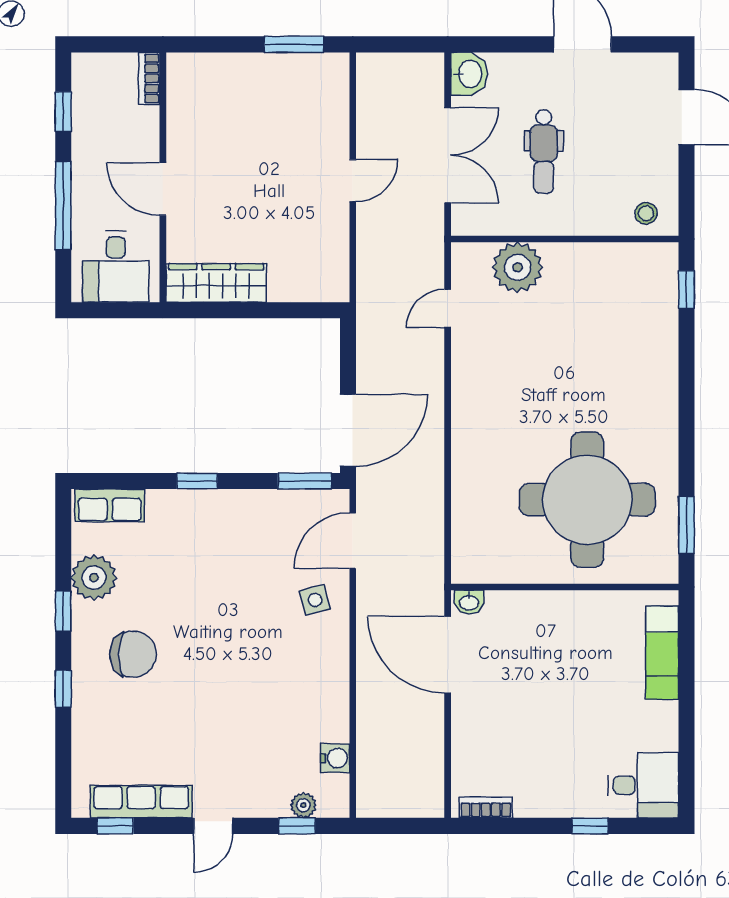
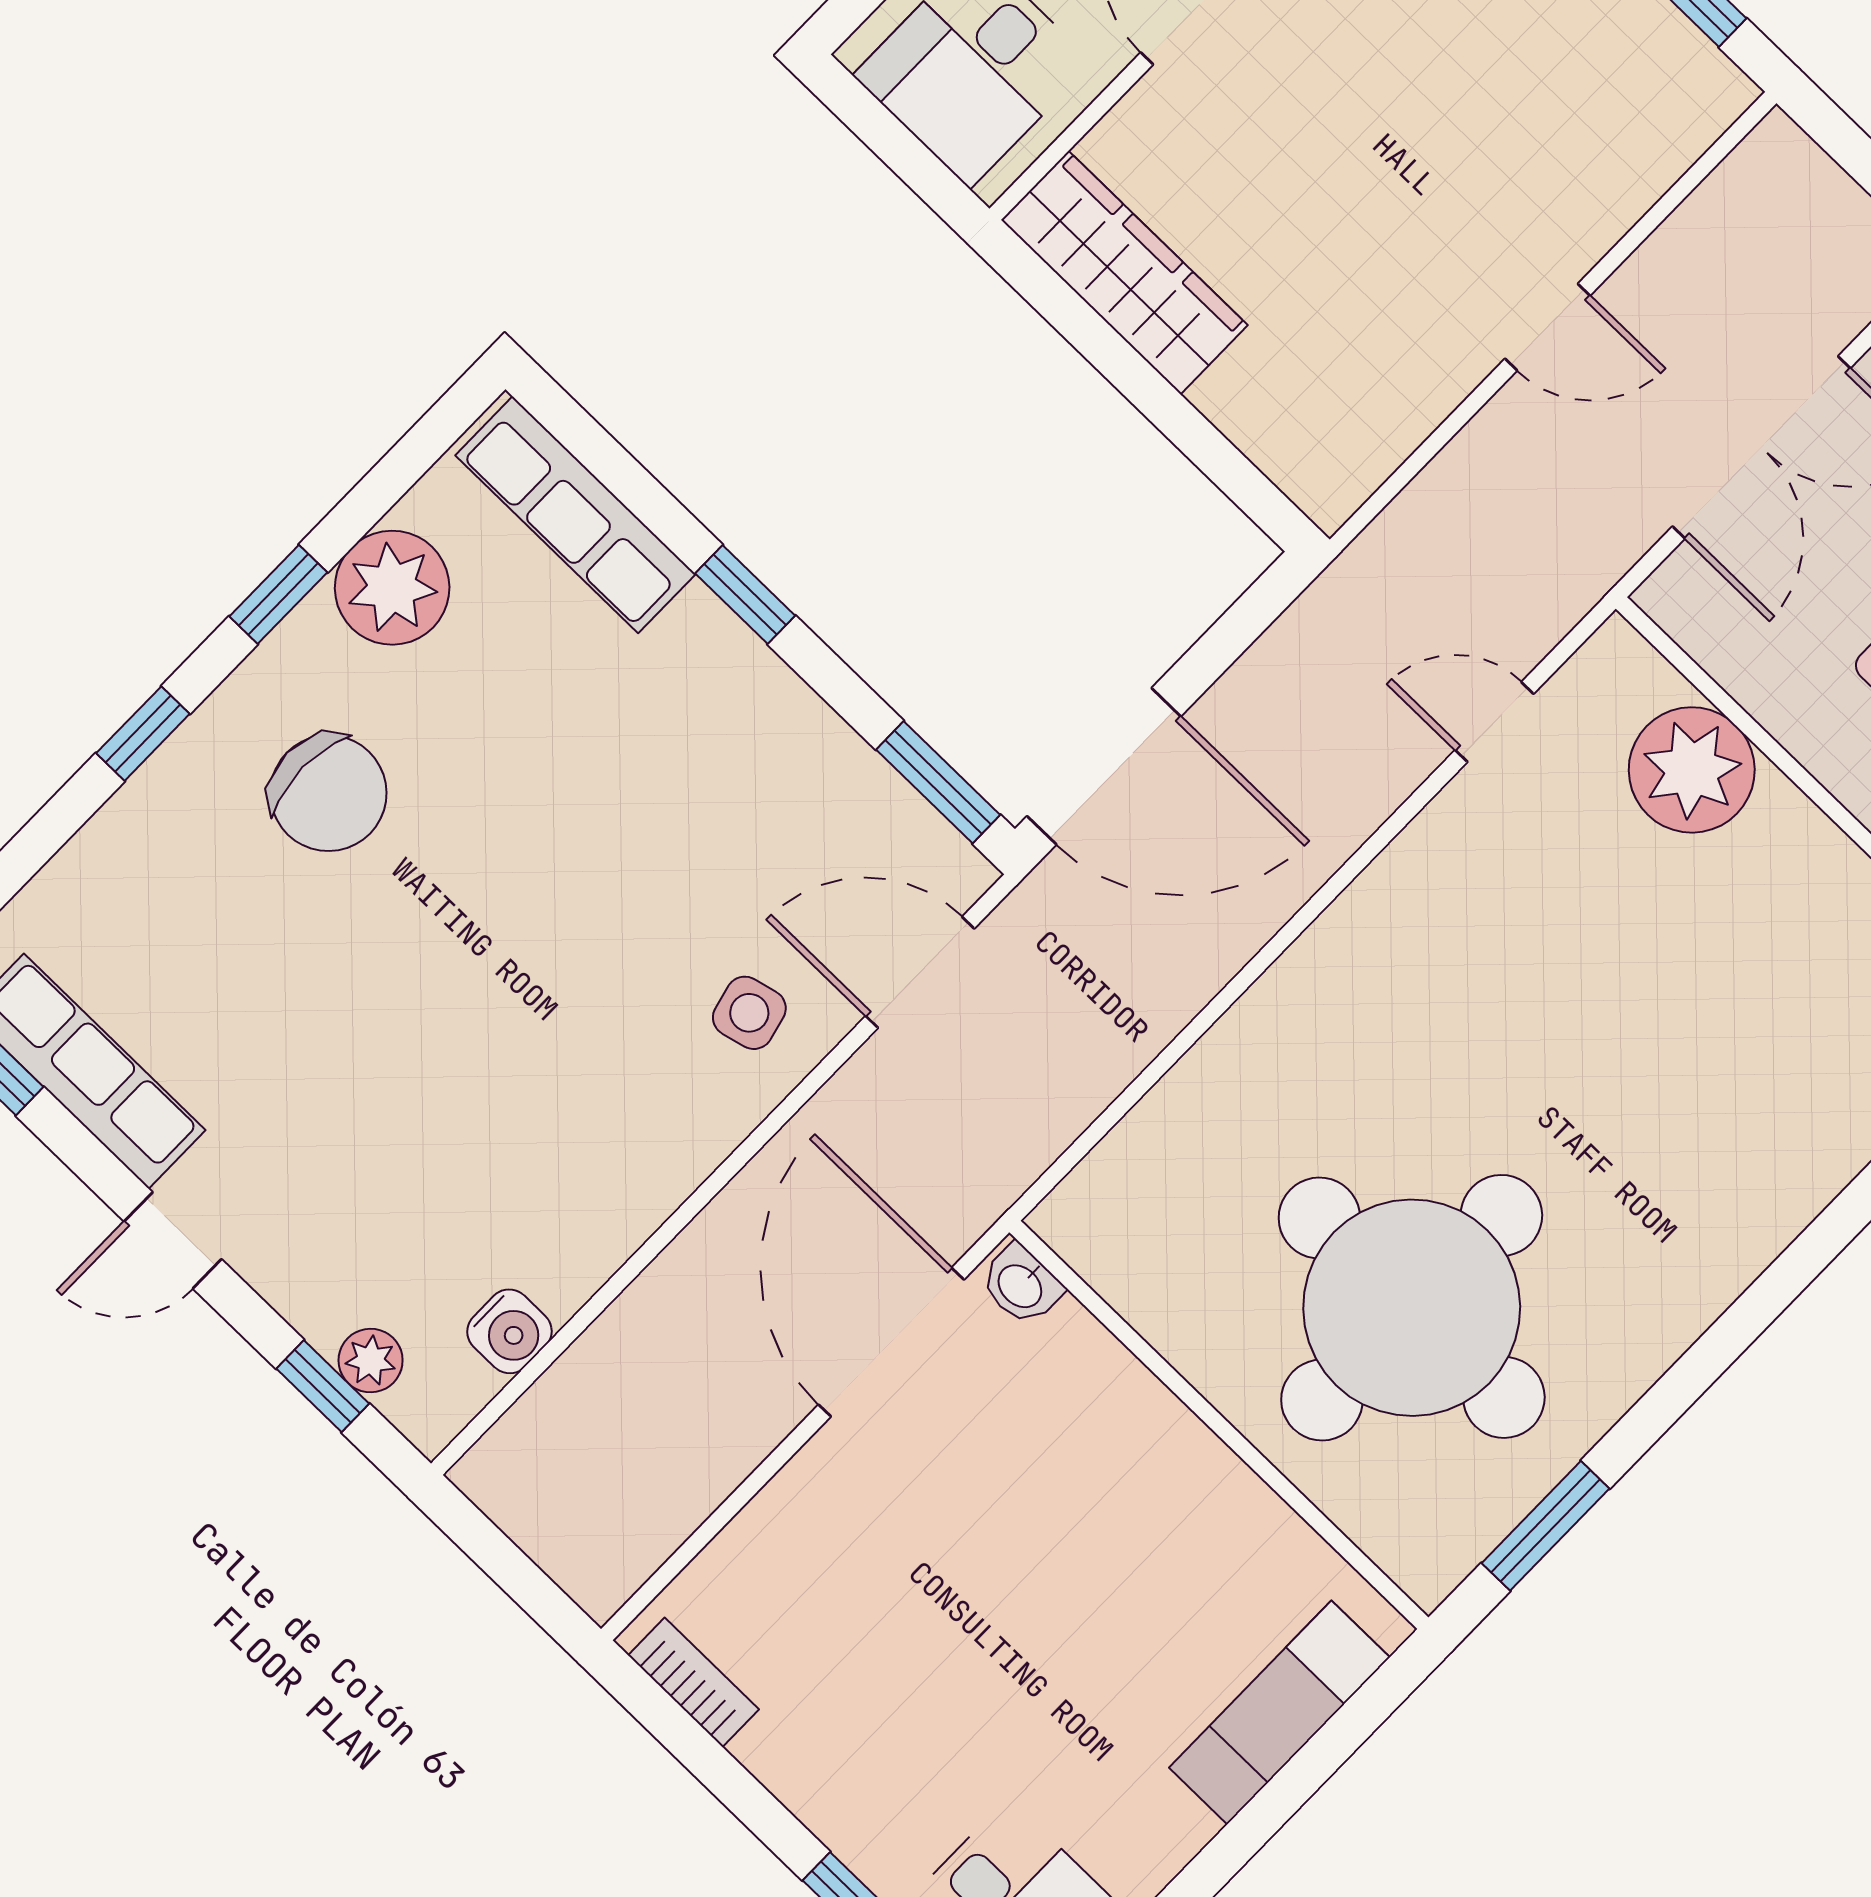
row of seats: (110, 505) -> (575, 515), width x1.48

